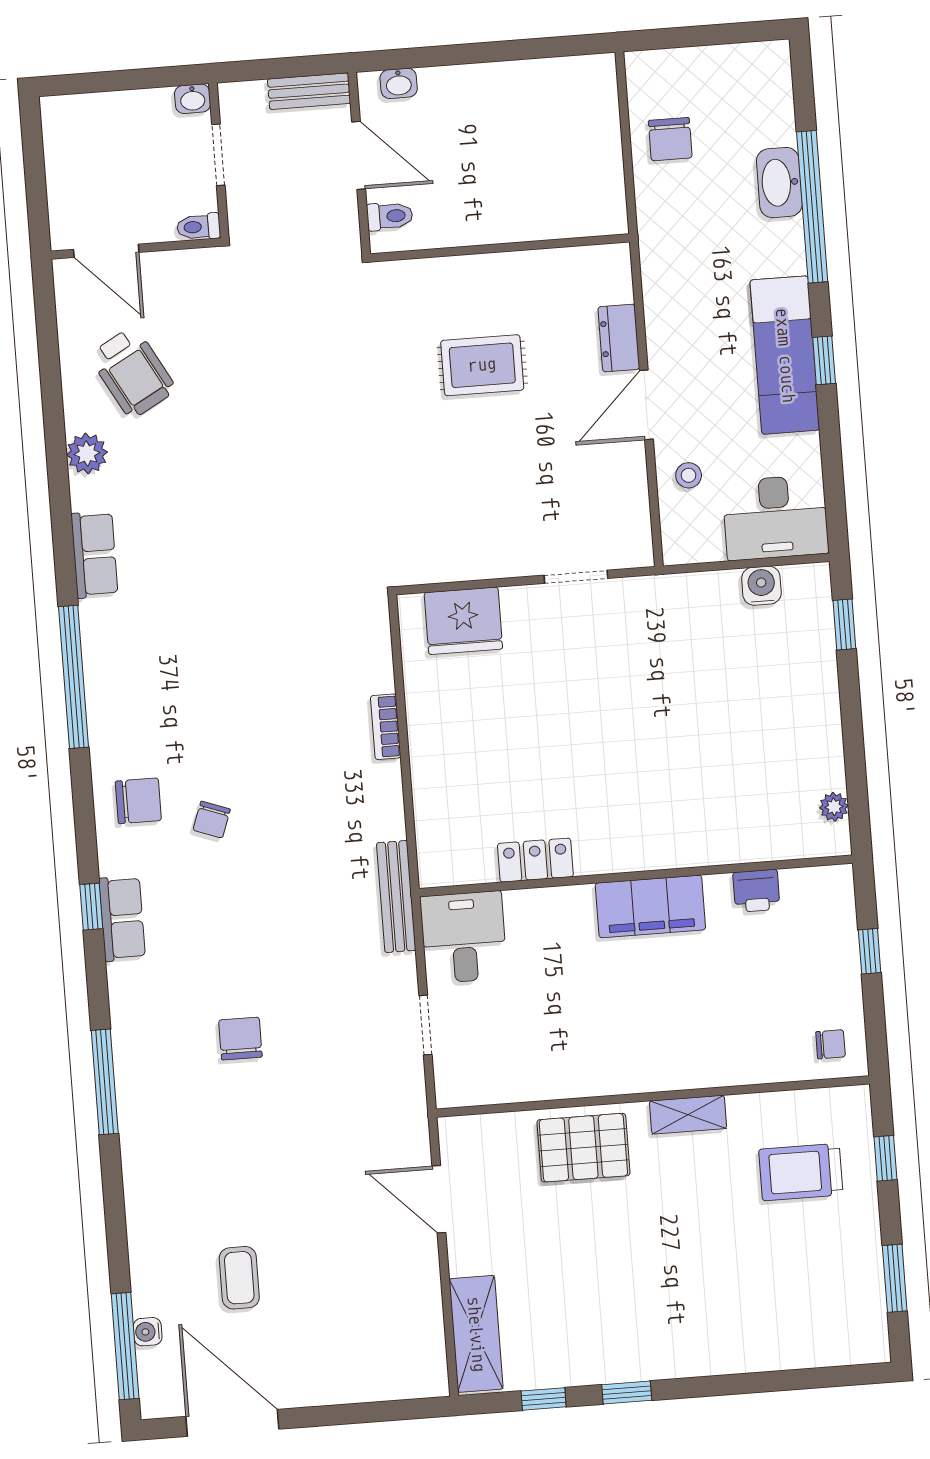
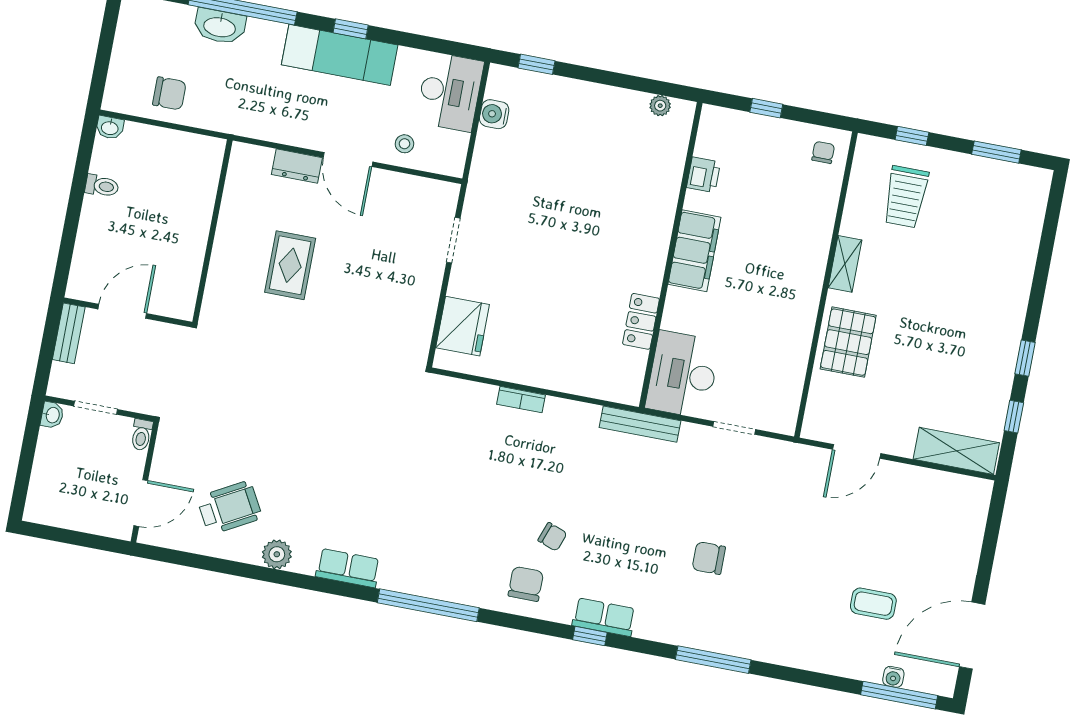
washbasin: (399, 83) -> (110, 128), moved, turned 90
toilet: (390, 216) -> (102, 186), moved, turned 90
desk: (464, 937) -> (683, 375), width x1.37

